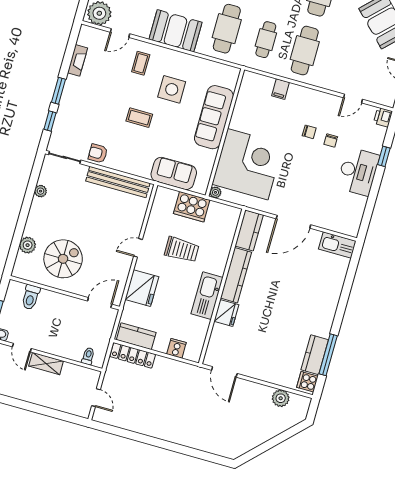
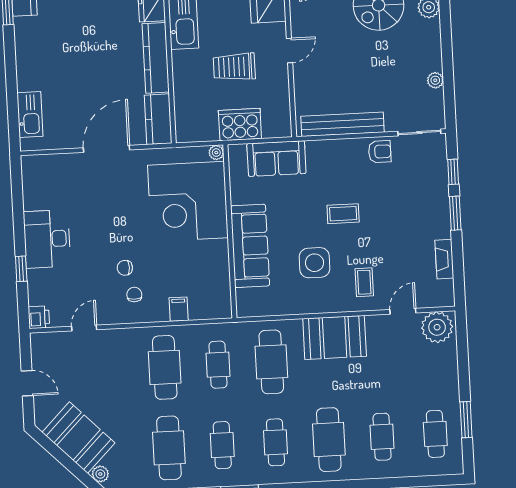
chair: (331, 140) -> (134, 295), moved
kitchen sink: (337, 245) -> (30, 115), moved, turned 90

